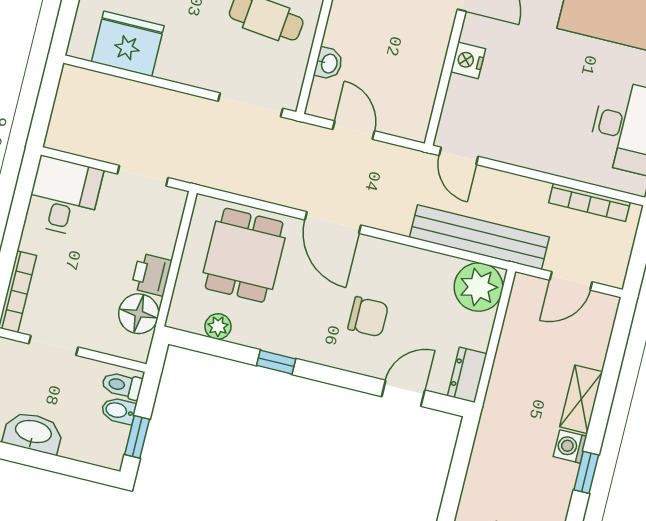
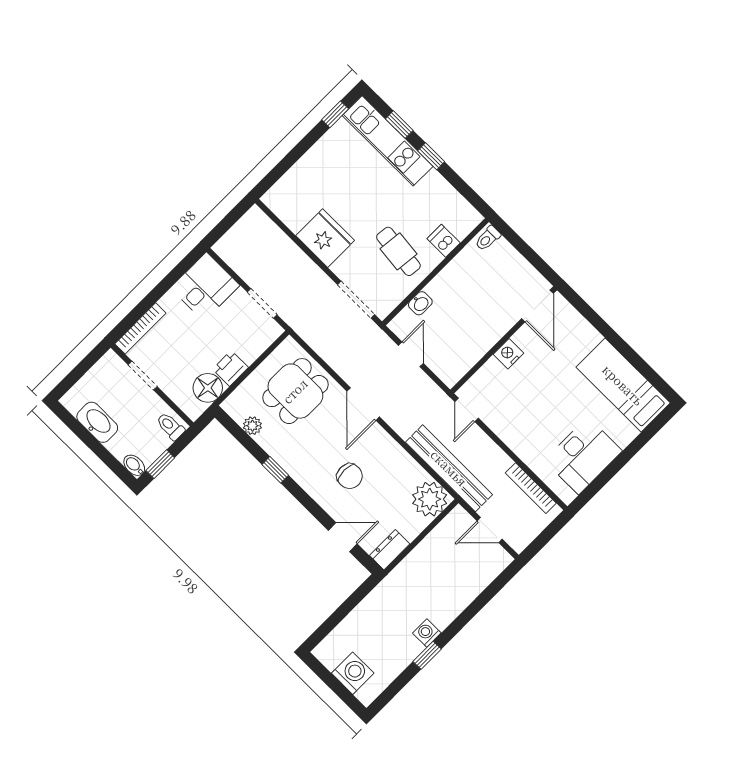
fridge: (128, 44) -> (325, 238), moved
shelving: (581, 399) -> (452, 608), removed
bidet: (118, 411) -> (134, 465), moved

